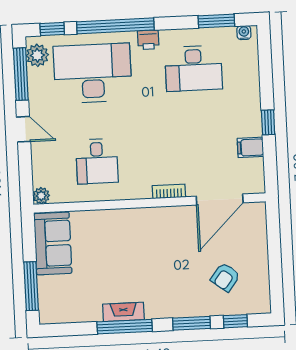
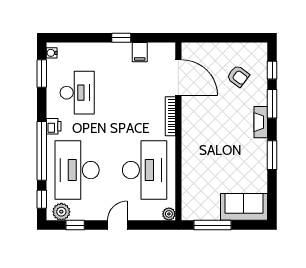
window: (21, 74) -> (75, 225), width x0.46
desk: (97, 161) -> (145, 170), width x1.87, depth x1.30
bookcase: (169, 191) -> (170, 116), width x1.56
sofa: (53, 243) -> (244, 207), moved
window: (31, 286) -> (213, 225), moved
fireplace: (123, 312) -> (261, 122), moved
window: (125, 327) -> (272, 155), width x0.69

